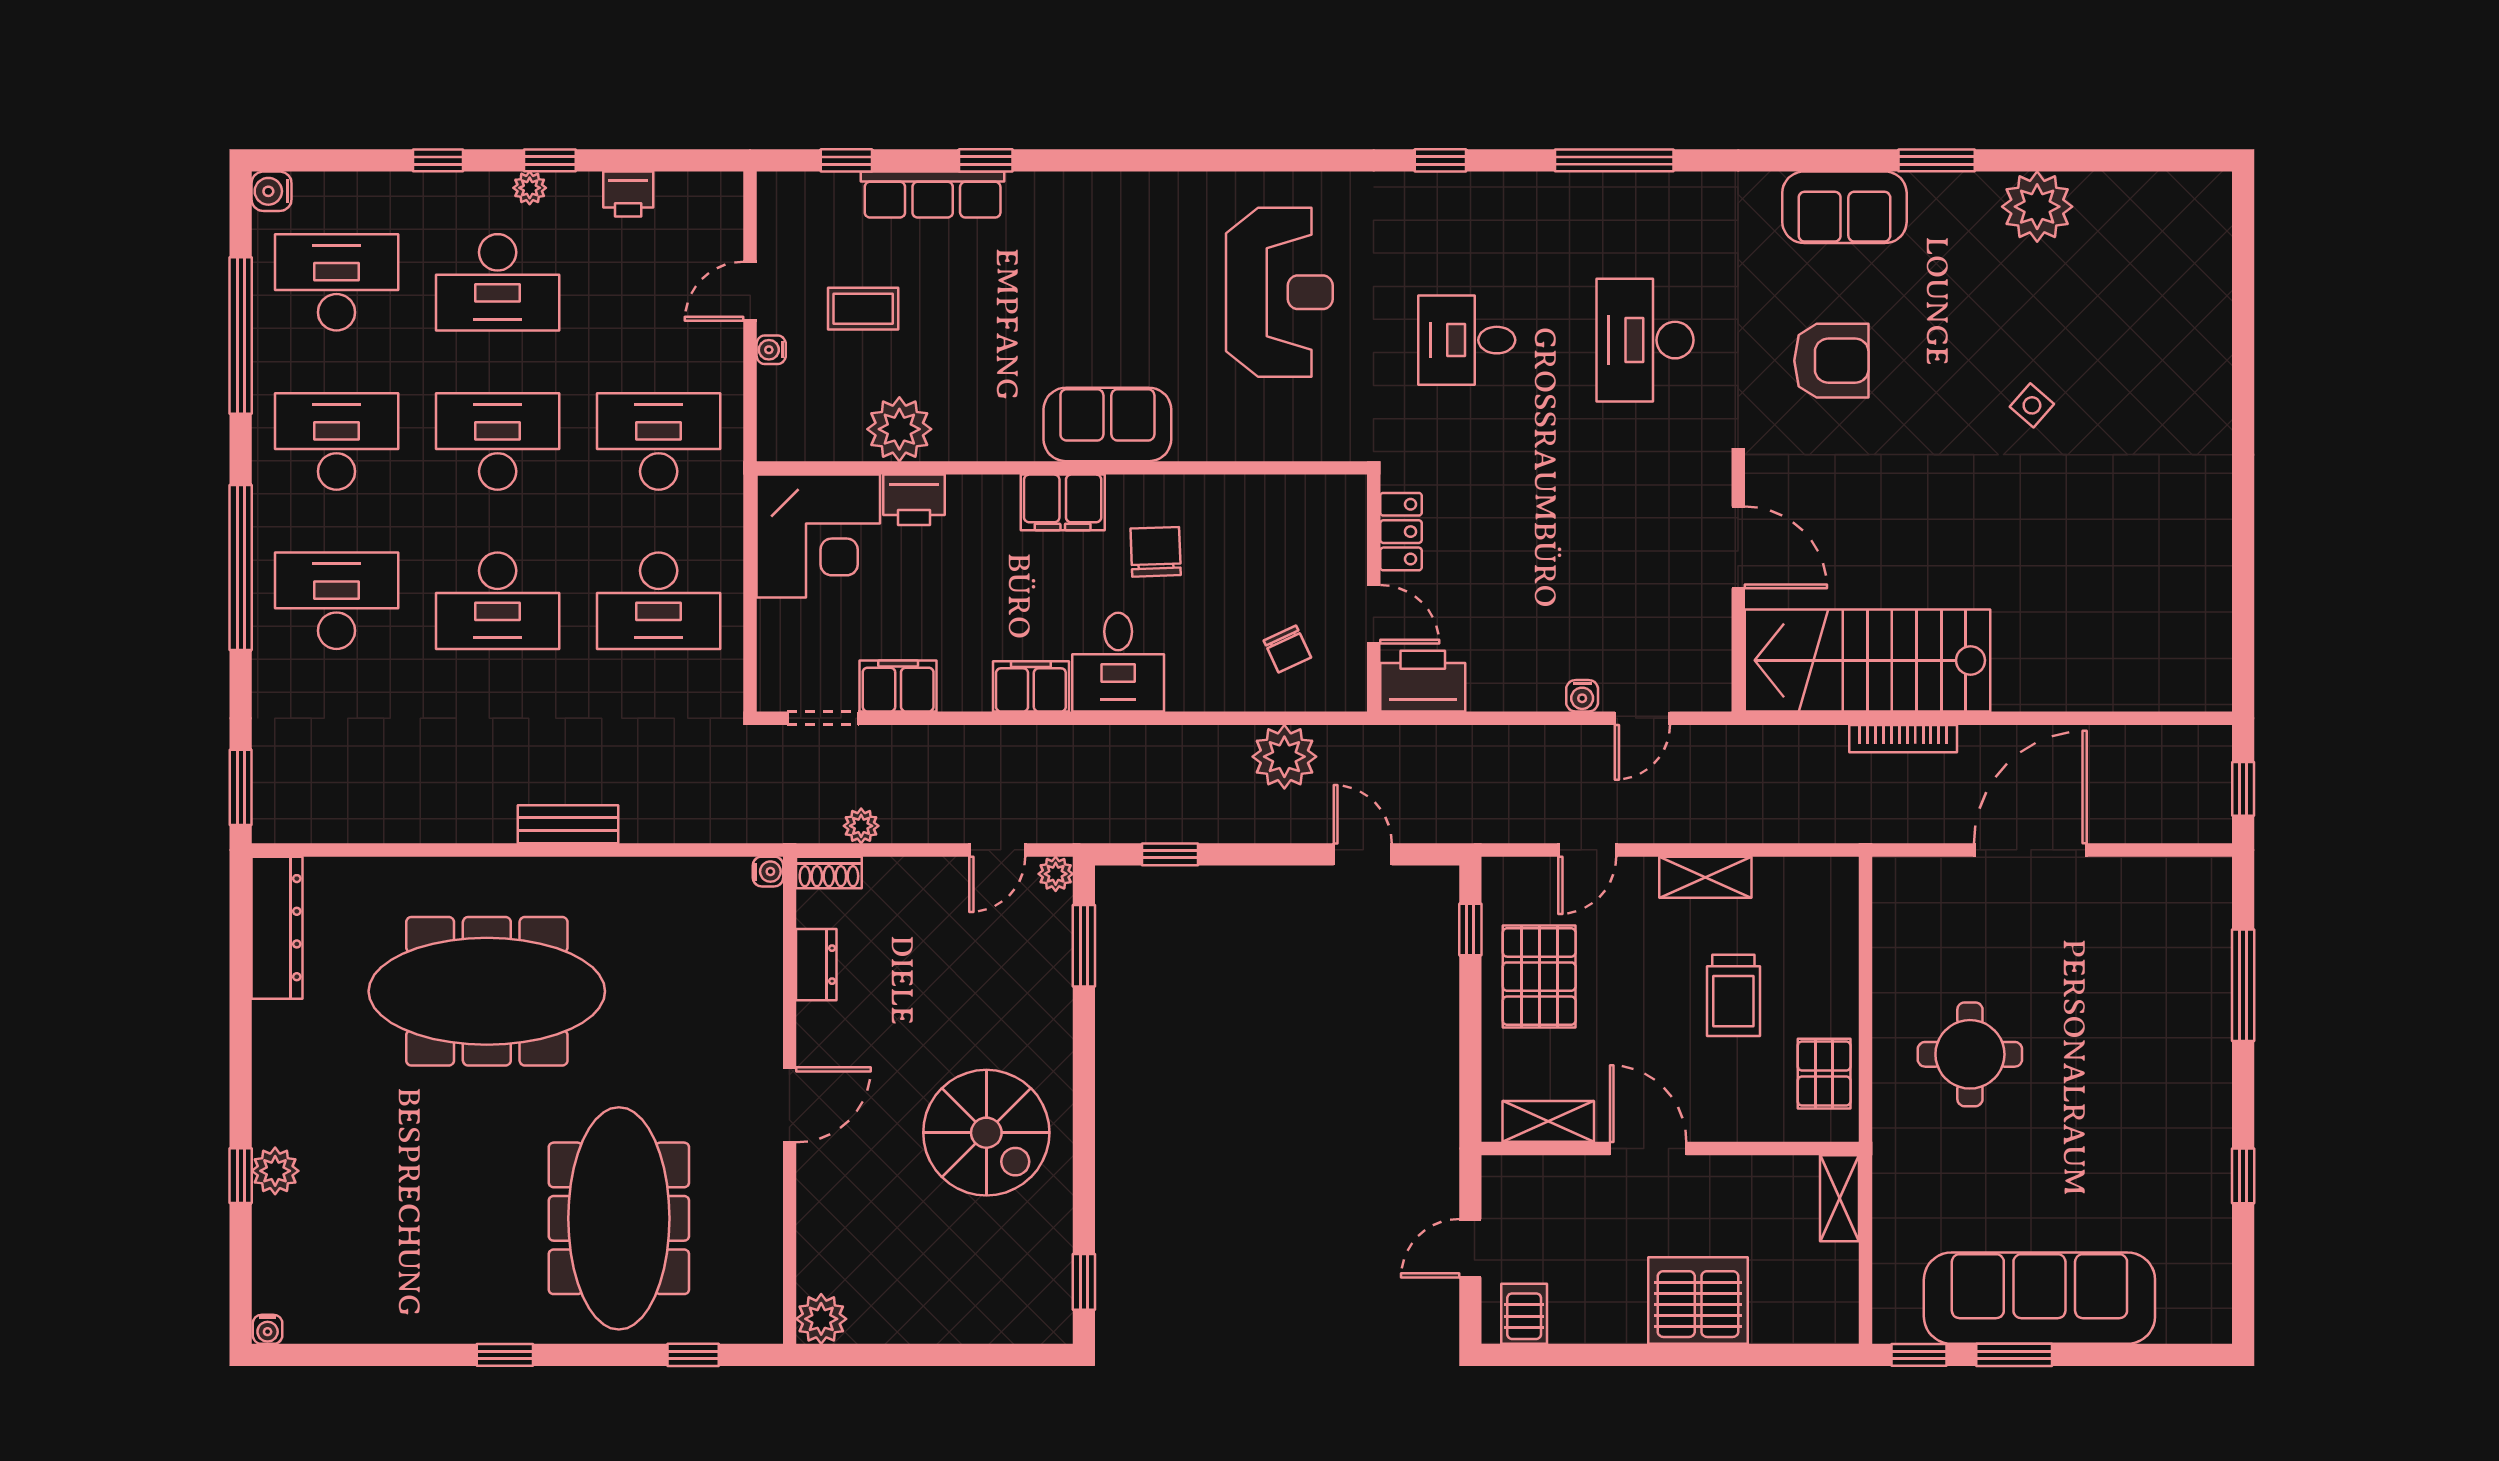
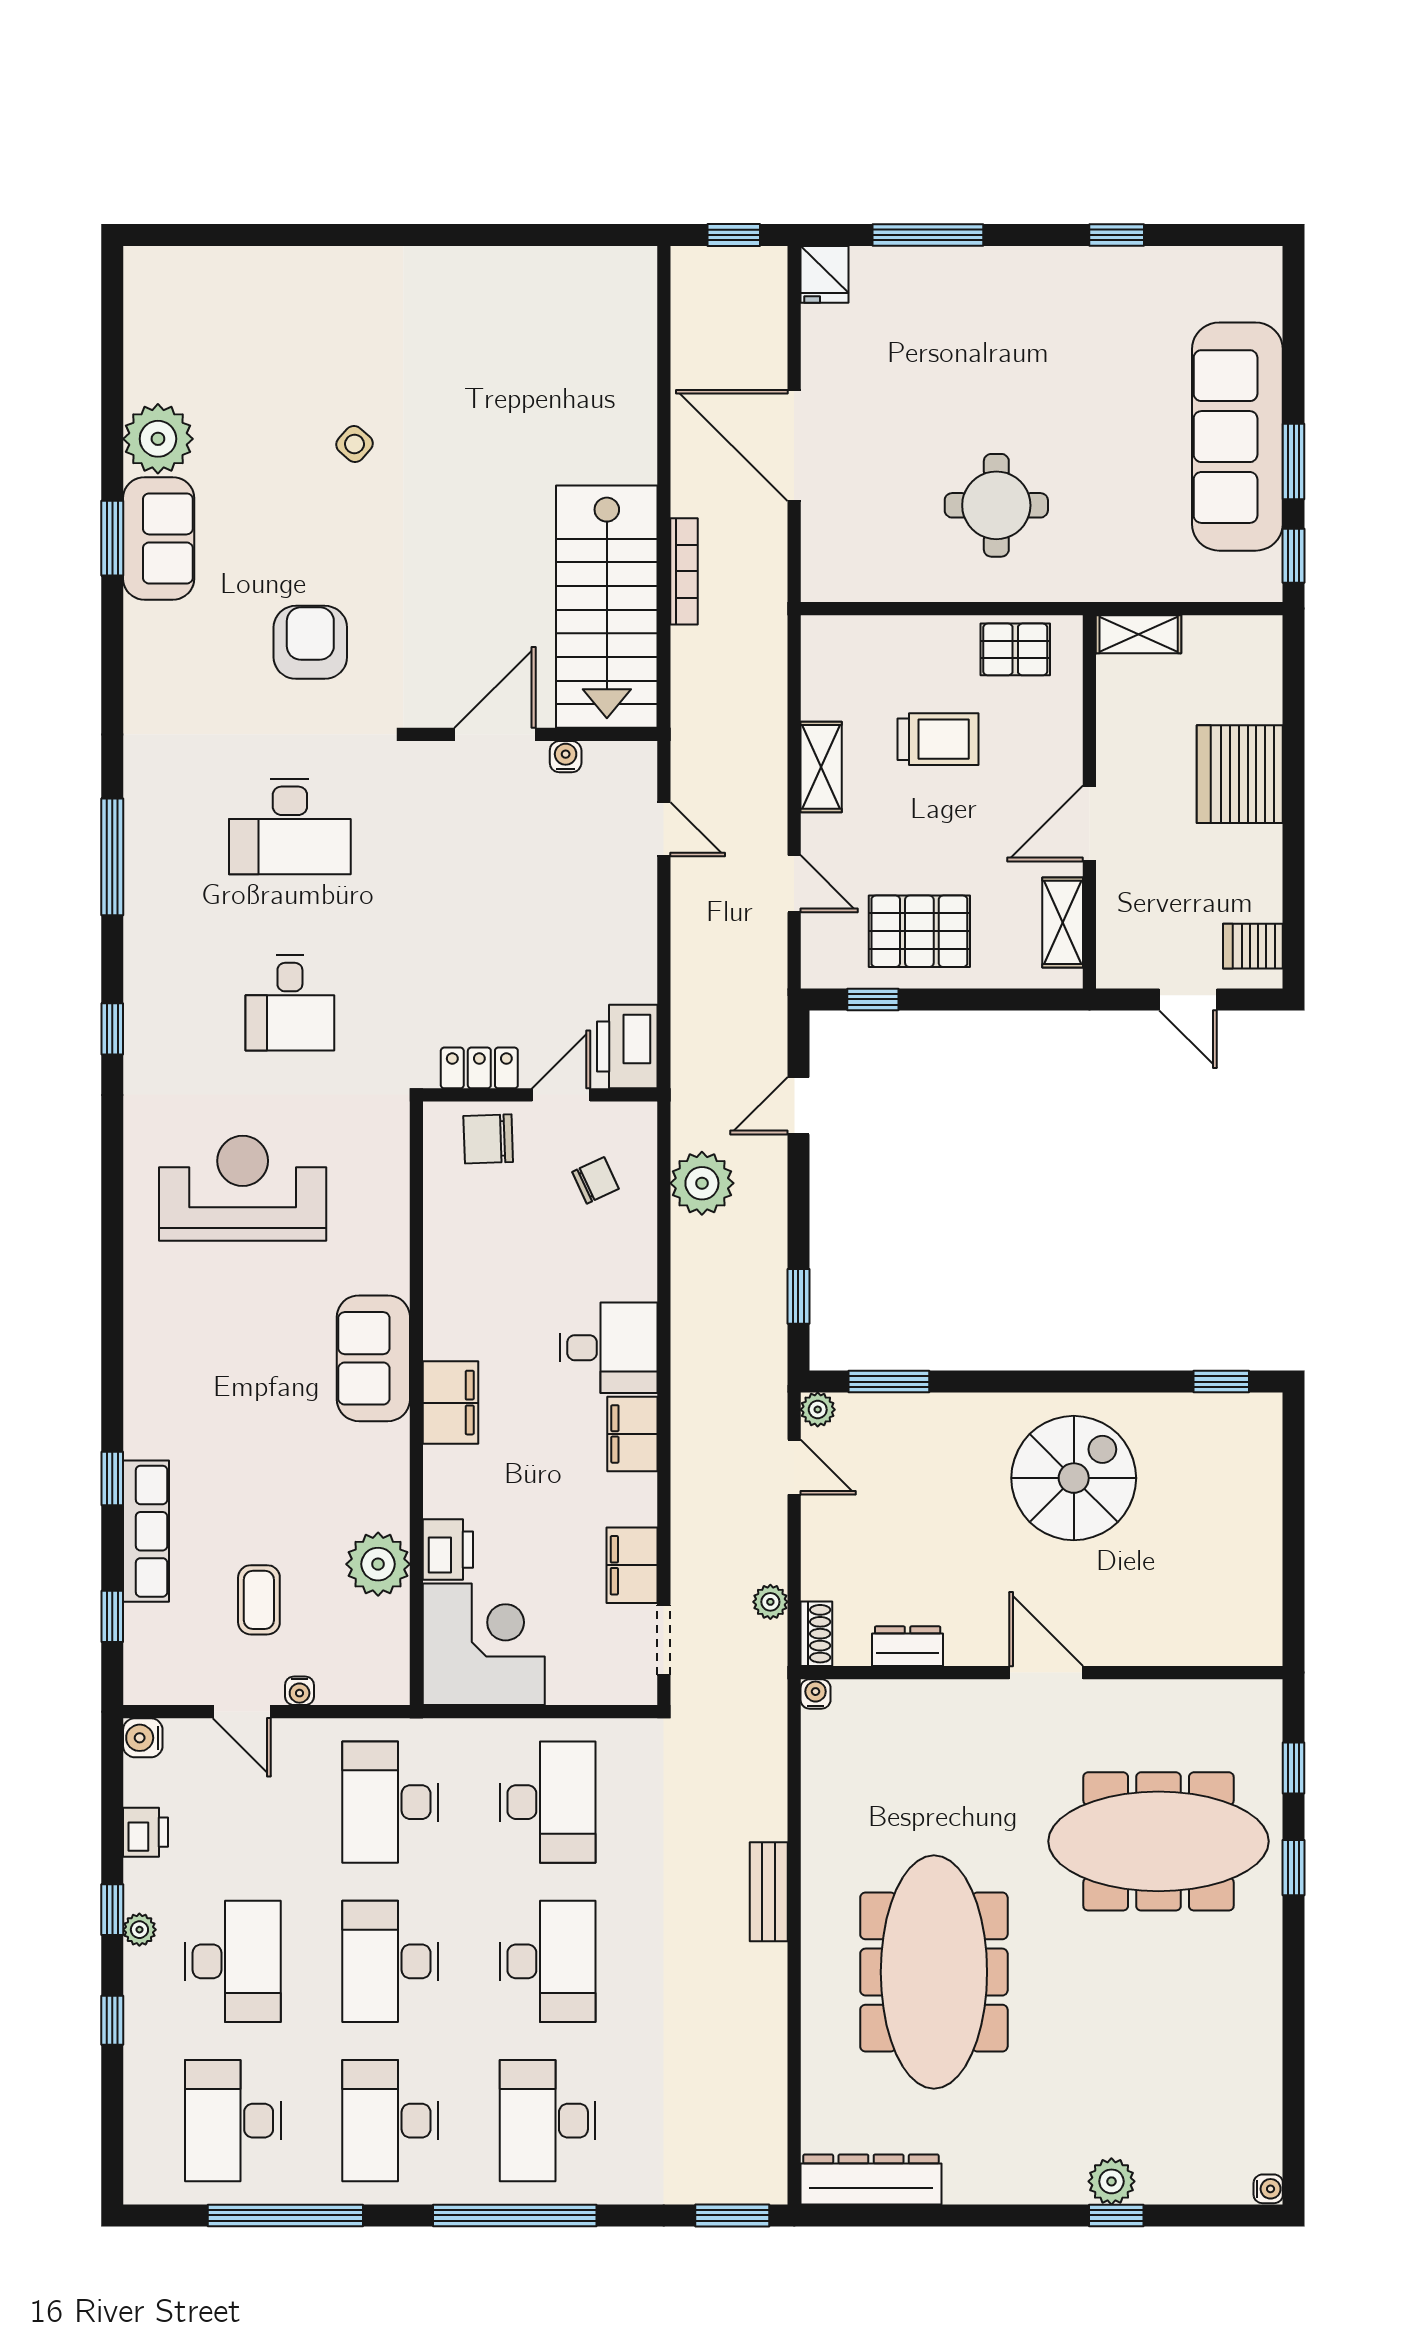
water cooler: (271, 191) -> (143, 1738), moved, turned 90
sofa: (1844, 207) -> (159, 538), moved
chair: (1156, 552) -> (488, 1139), moved
water cooler: (1582, 696) -> (566, 757), moved, turned -90
fridge: (2203, 881) -> (825, 274), added
plant: (821, 1319) -> (1258, 1641), removed
window: (505, 1355) -> (1294, 1868), moved

